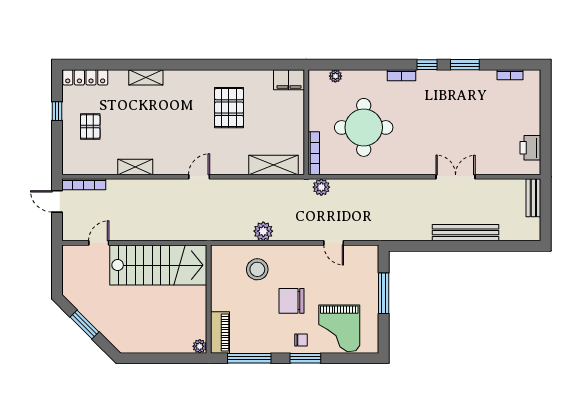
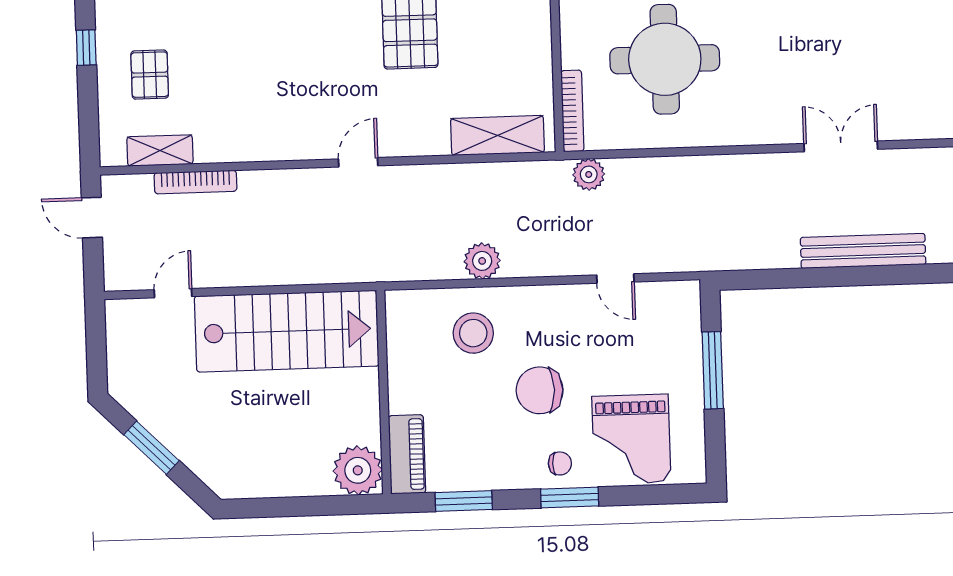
shelving: (135, 167) -> (160, 150), moved
bookcase: (84, 184) -> (195, 182), moved
plant: (200, 346) -> (358, 470), width x1.87, depth x1.87
window: (249, 358) -> (464, 501), width x0.69

